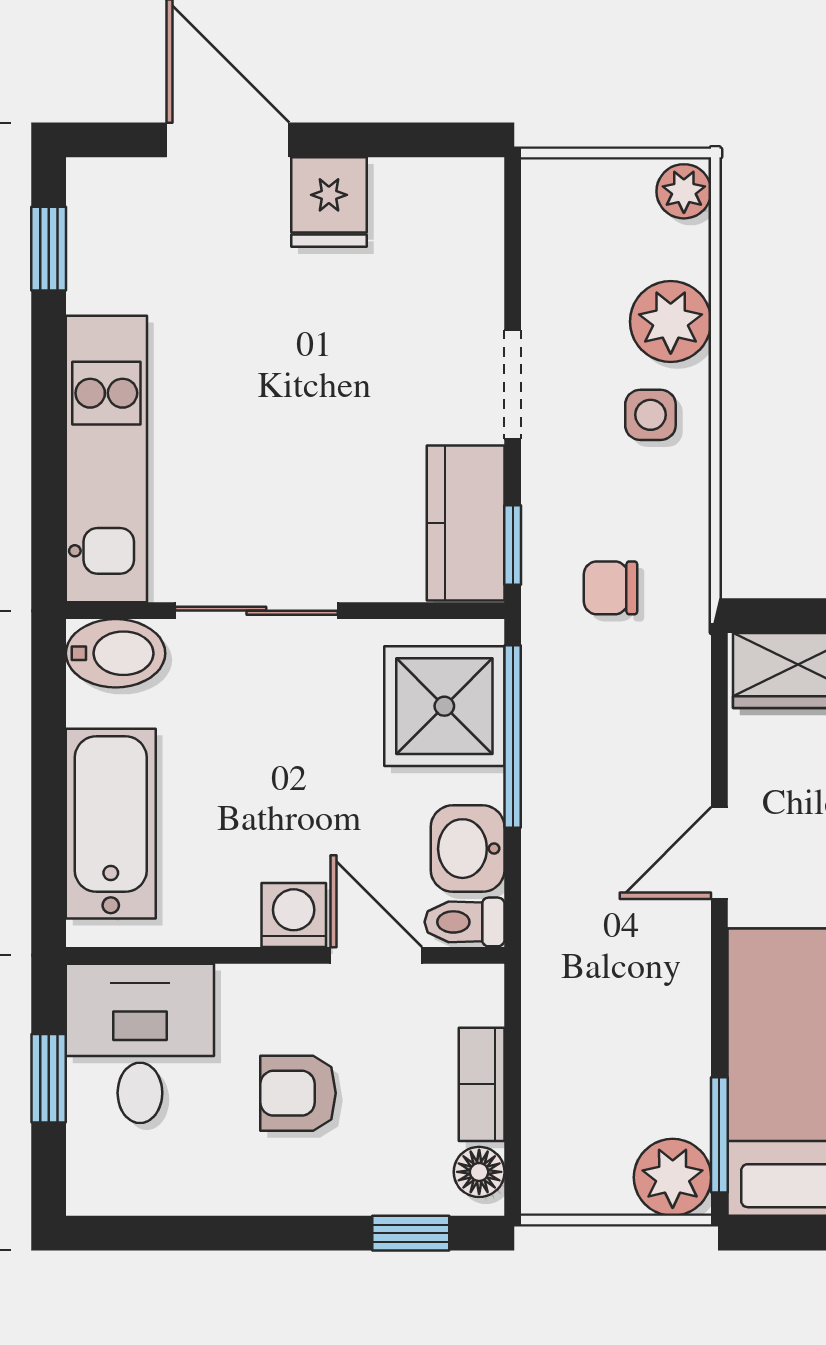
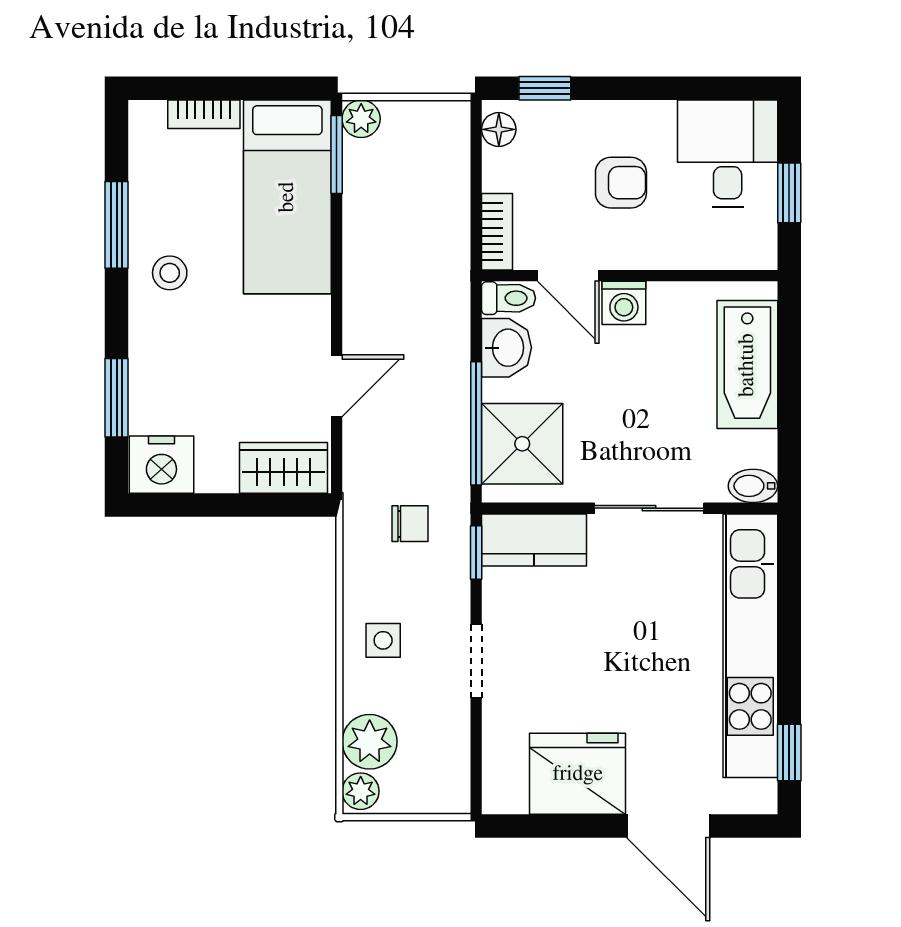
fridge: (329, 202) -> (578, 774), width x1.88, depth x1.34
plant: (671, 322) -> (370, 742), moved
kitchen unit: (106, 459) -> (750, 646), width x1.36
kitchen counter: (466, 523) -> (534, 540), moved, turned 90
bidet: (116, 653) -> (753, 486), width x0.72, depth x0.74
door: (719, 853) -> (337, 386), moved
desk: (140, 1043) -> (728, 154), moved, turned 180
bookcase: (482, 1084) -> (497, 232), moved
plant: (673, 1177) -> (361, 119), width x0.73, depth x0.73

